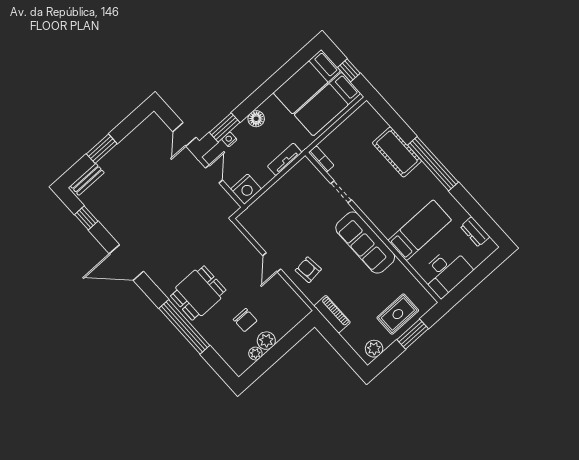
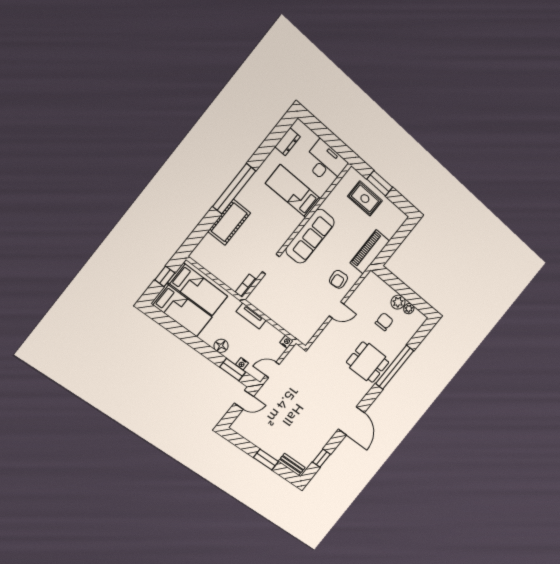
nightstand: (246, 189) -> (287, 342), width x0.53, depth x0.56
piano: (332, 314) -> (370, 252), width x1.37, depth x1.33
plant: (374, 349) -> (395, 214), removed

